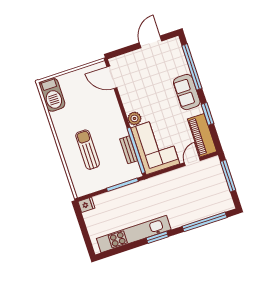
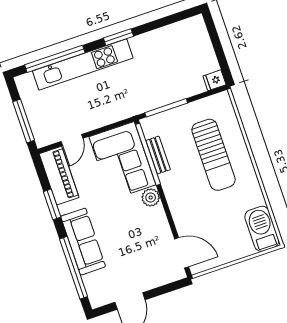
sofa: (187, 92) -> (83, 242), width x1.36
sun lounger: (88, 150) -> (214, 155), width x1.36, depth x1.34
kitchen unit: (134, 234) -> (83, 64), moved

